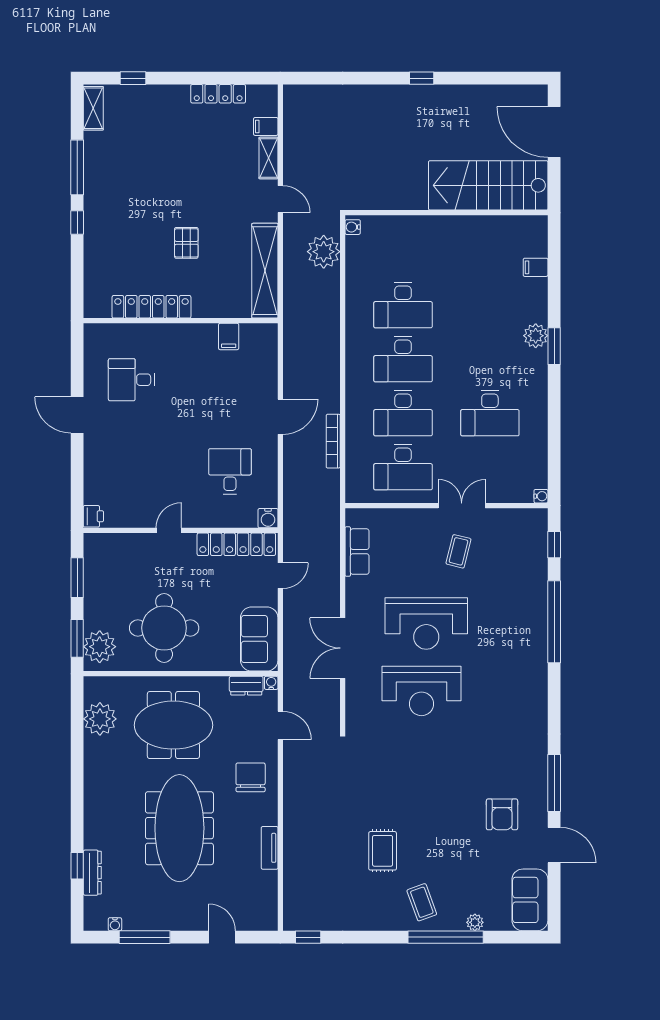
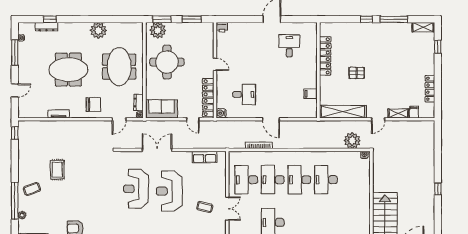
plant: (100, 719) -> (98, 30), moved
meeting table: (179, 828) -> (68, 70), width x0.73
rug: (383, 851) -> (57, 170), turned 90

